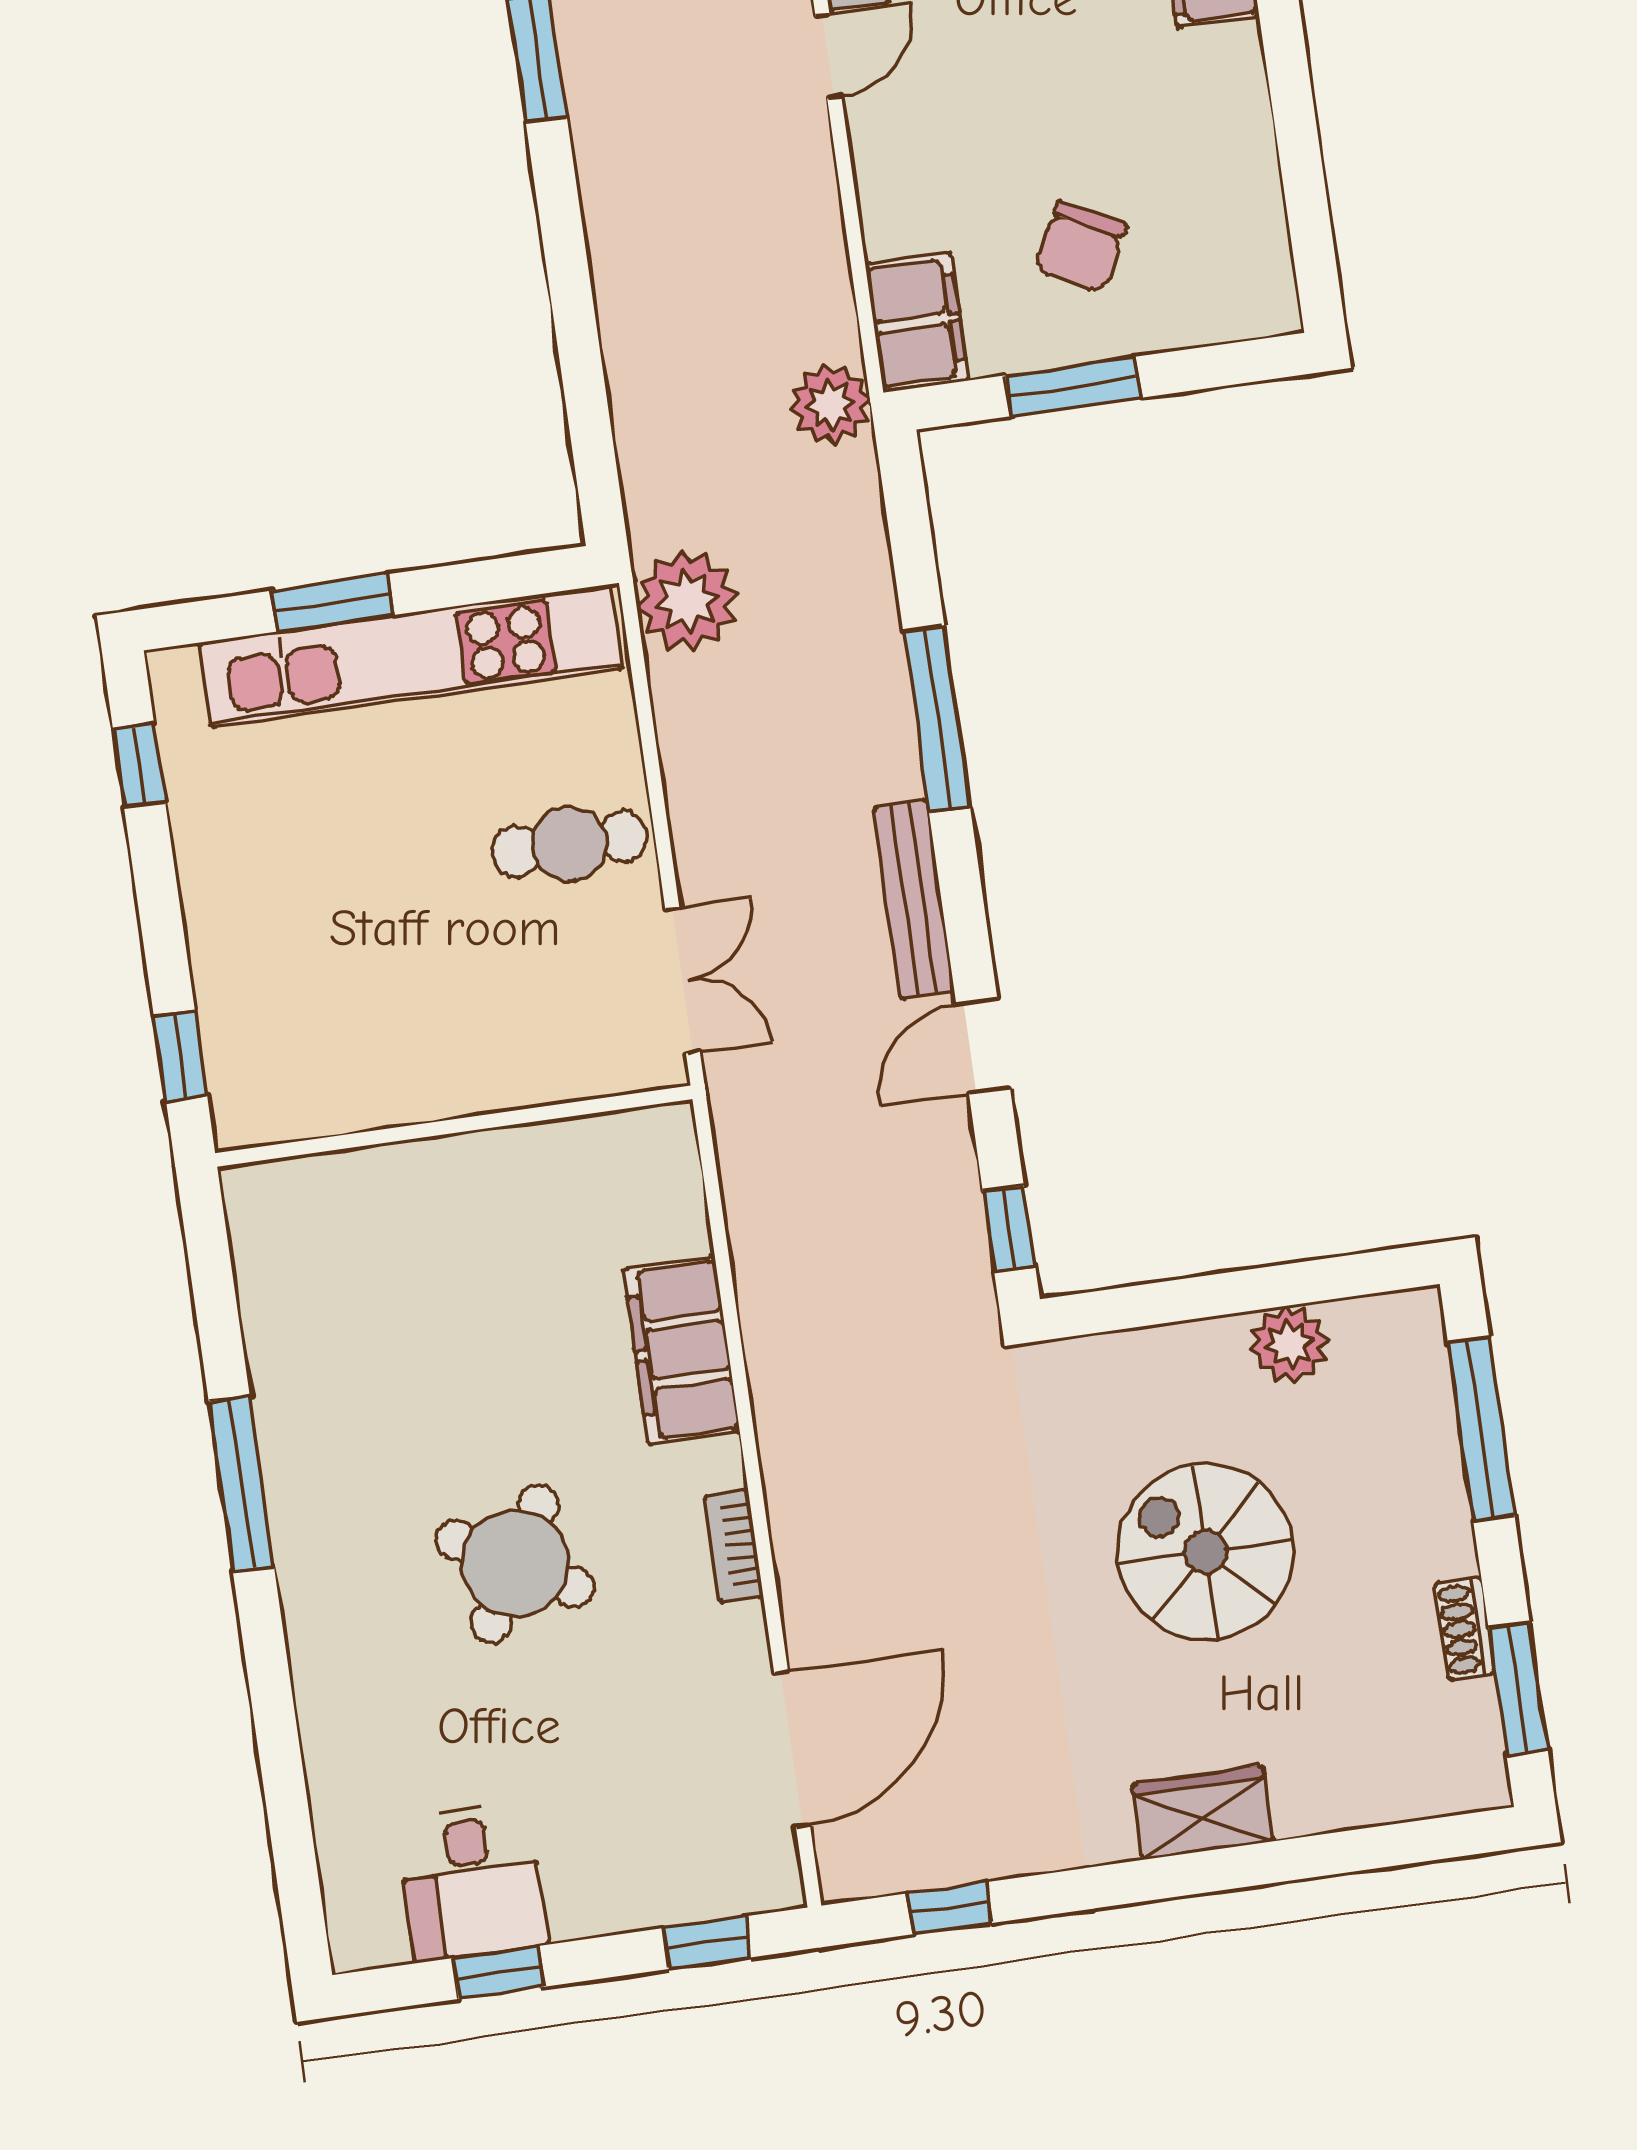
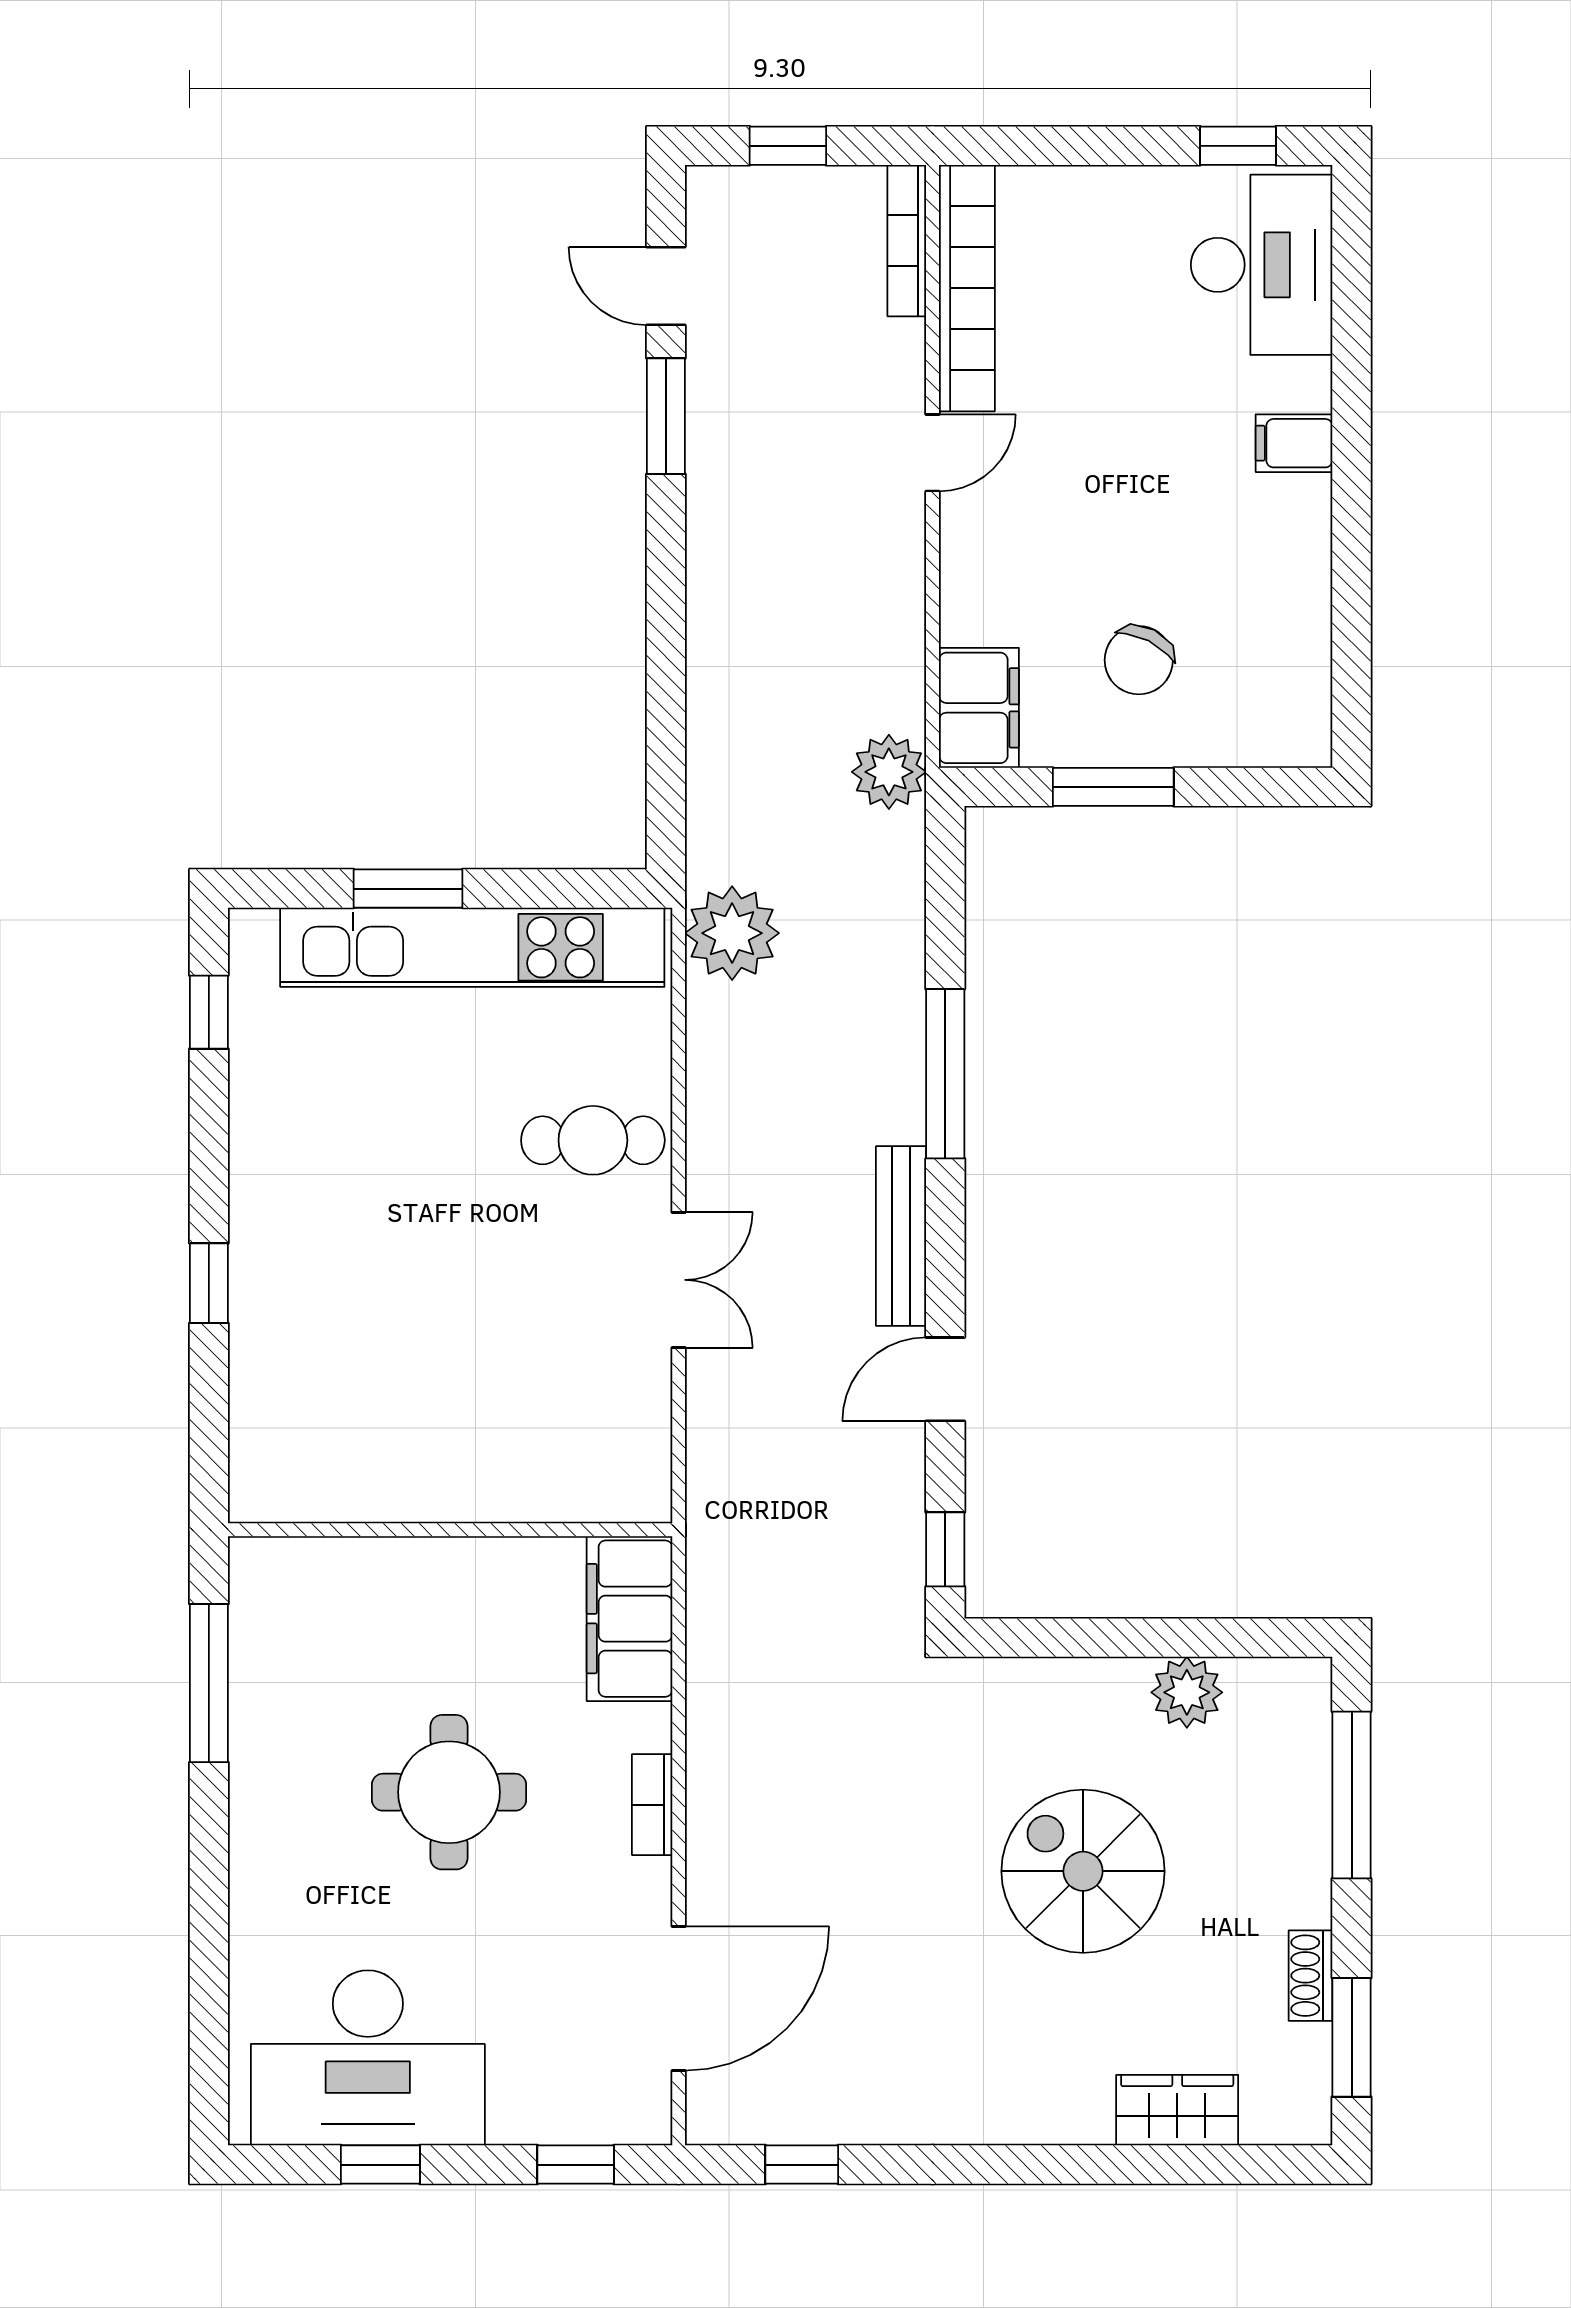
wall: (454, 1126) -> (450, 1530), moved
round table: (515, 1564) -> (449, 1792), turned -30
wardrobe: (1203, 1813) -> (1177, 2110), moved
desk: (472, 1882) -> (368, 2058), width x1.87, depth x1.30

